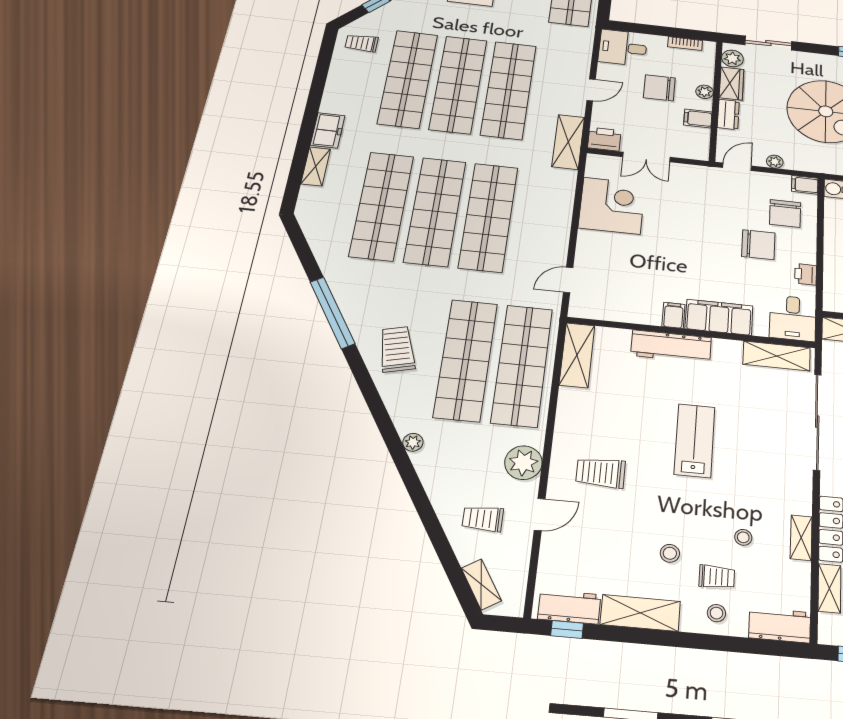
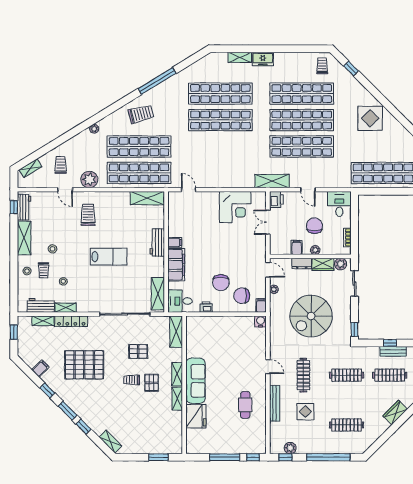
shop shelf: (488, 217) -> (220, 147), removed
workbench: (671, 346) -> (157, 242), width x0.73
workbench: (780, 625) -> (41, 305), moved, turned -90

